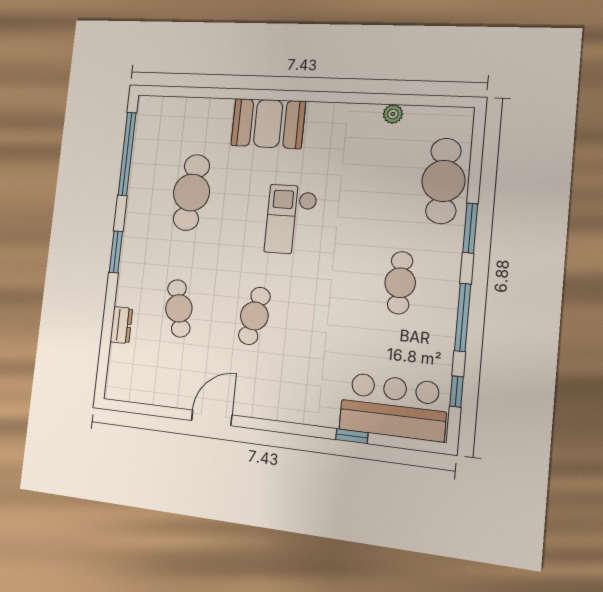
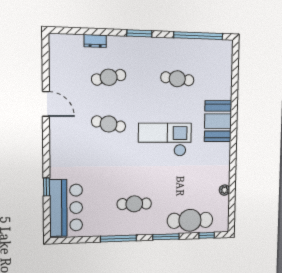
cafe table: (191, 193) -> (177, 79), width x0.73, depth x0.74
checkout: (291, 220) -> (165, 140), width x1.36, depth x1.21
window: (456, 392) -> (207, 235), moved

